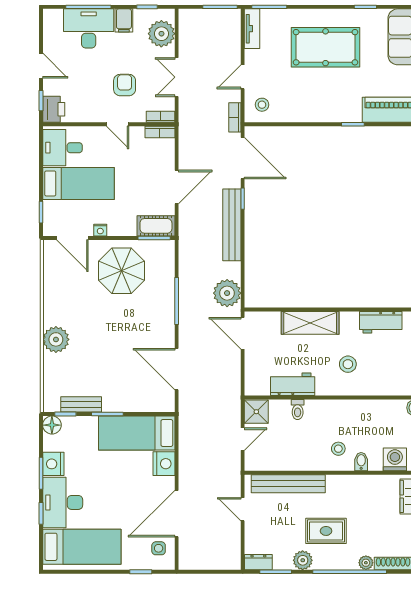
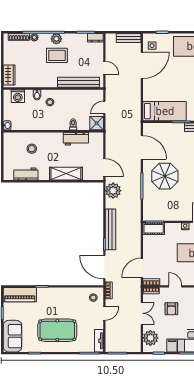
door: (177, 187) -> (142, 268), moved
parasol: (121, 271) -> (165, 176), moved
stool: (348, 364) -> (32, 149), moved
nightstand: (164, 464) -> (149, 94), removed
plant: (303, 560) -> (56, 39), moved
bench: (200, 562) -> (129, 38), added

